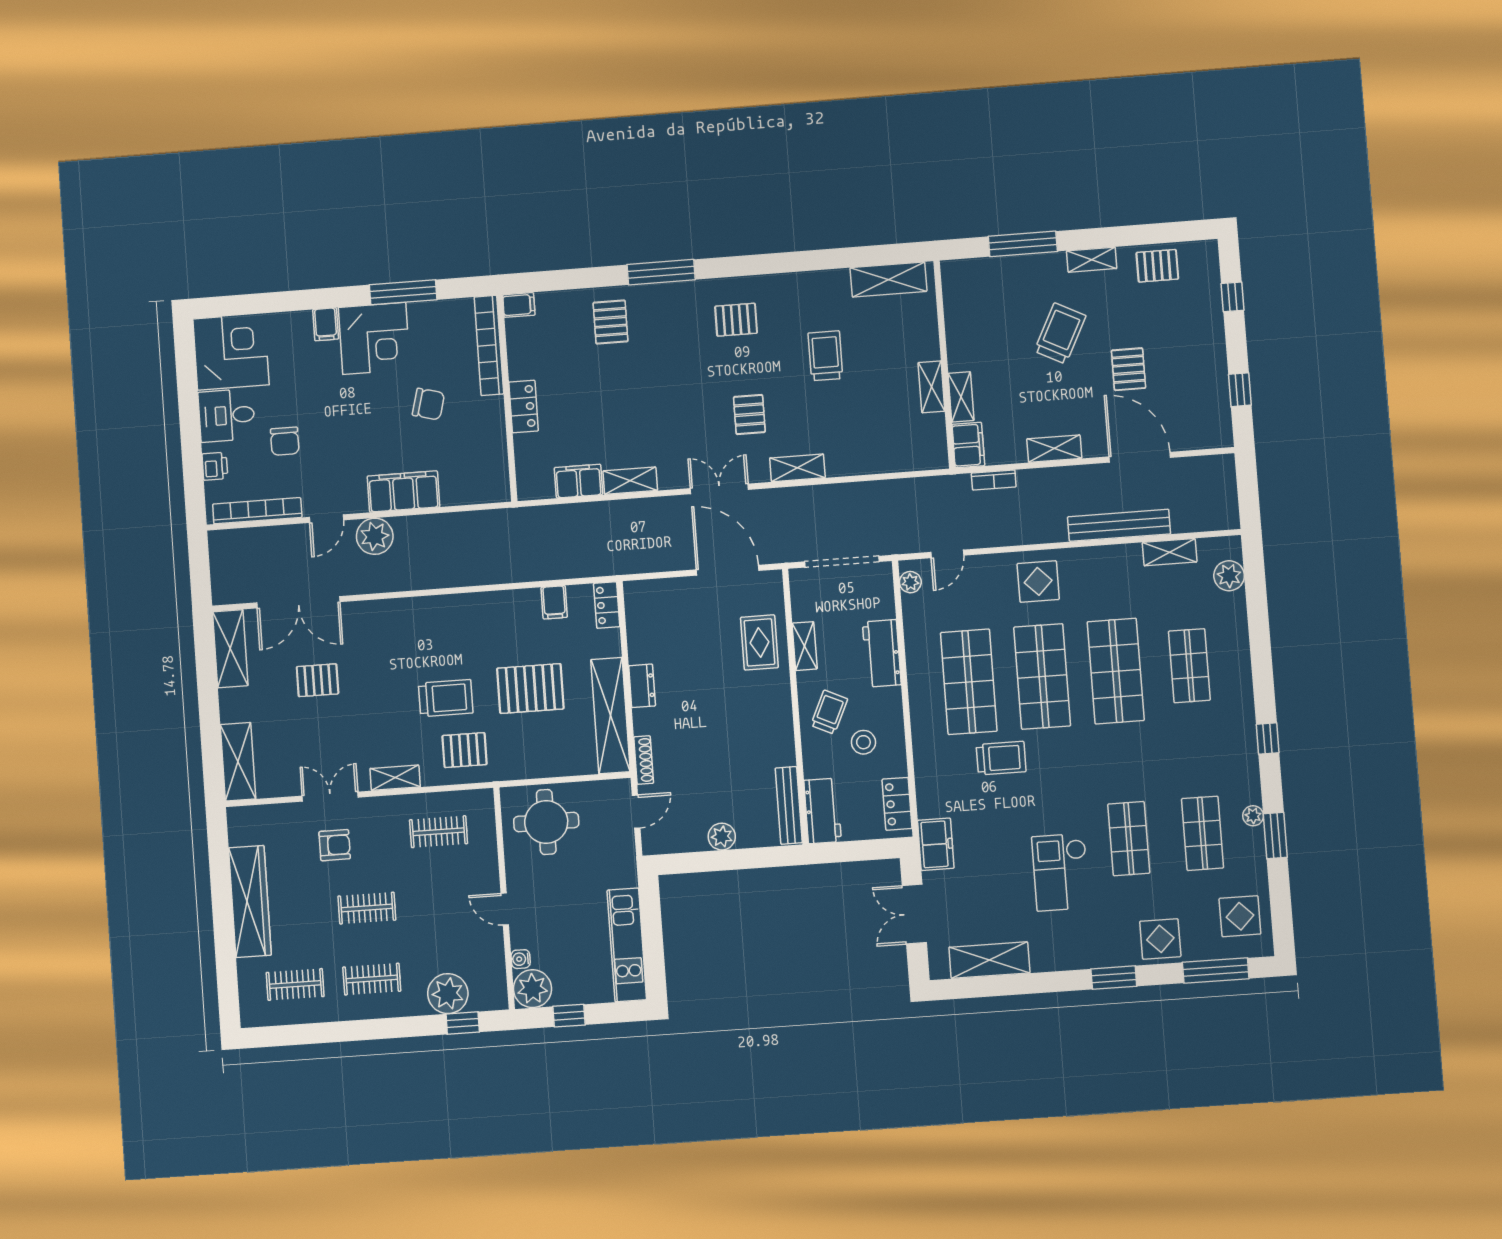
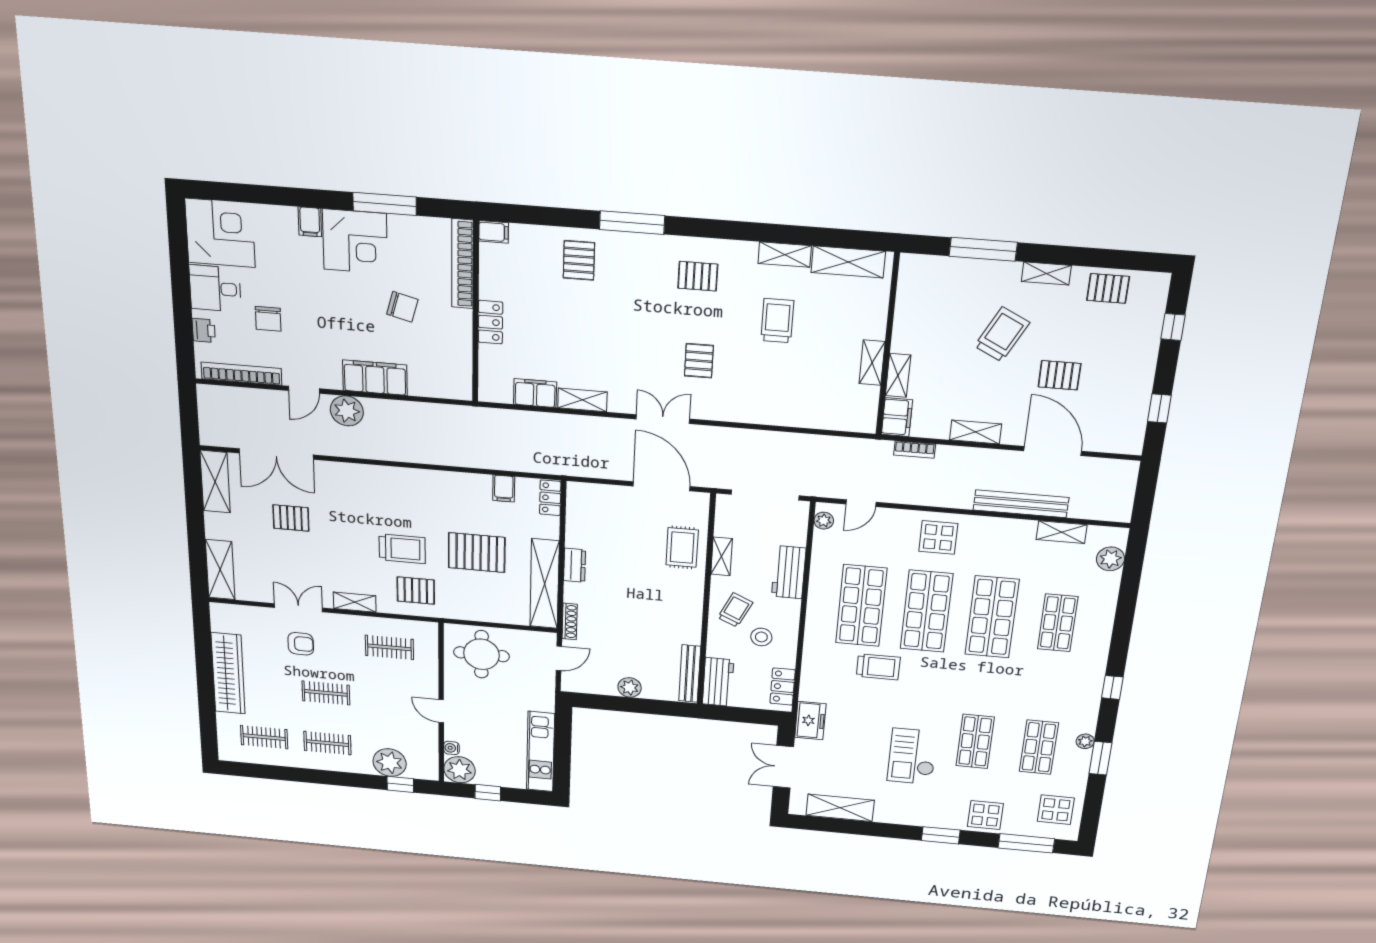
pallet: (1129, 369) -> (1059, 375), turned 90
shelving: (797, 468) -> (785, 255), moved

